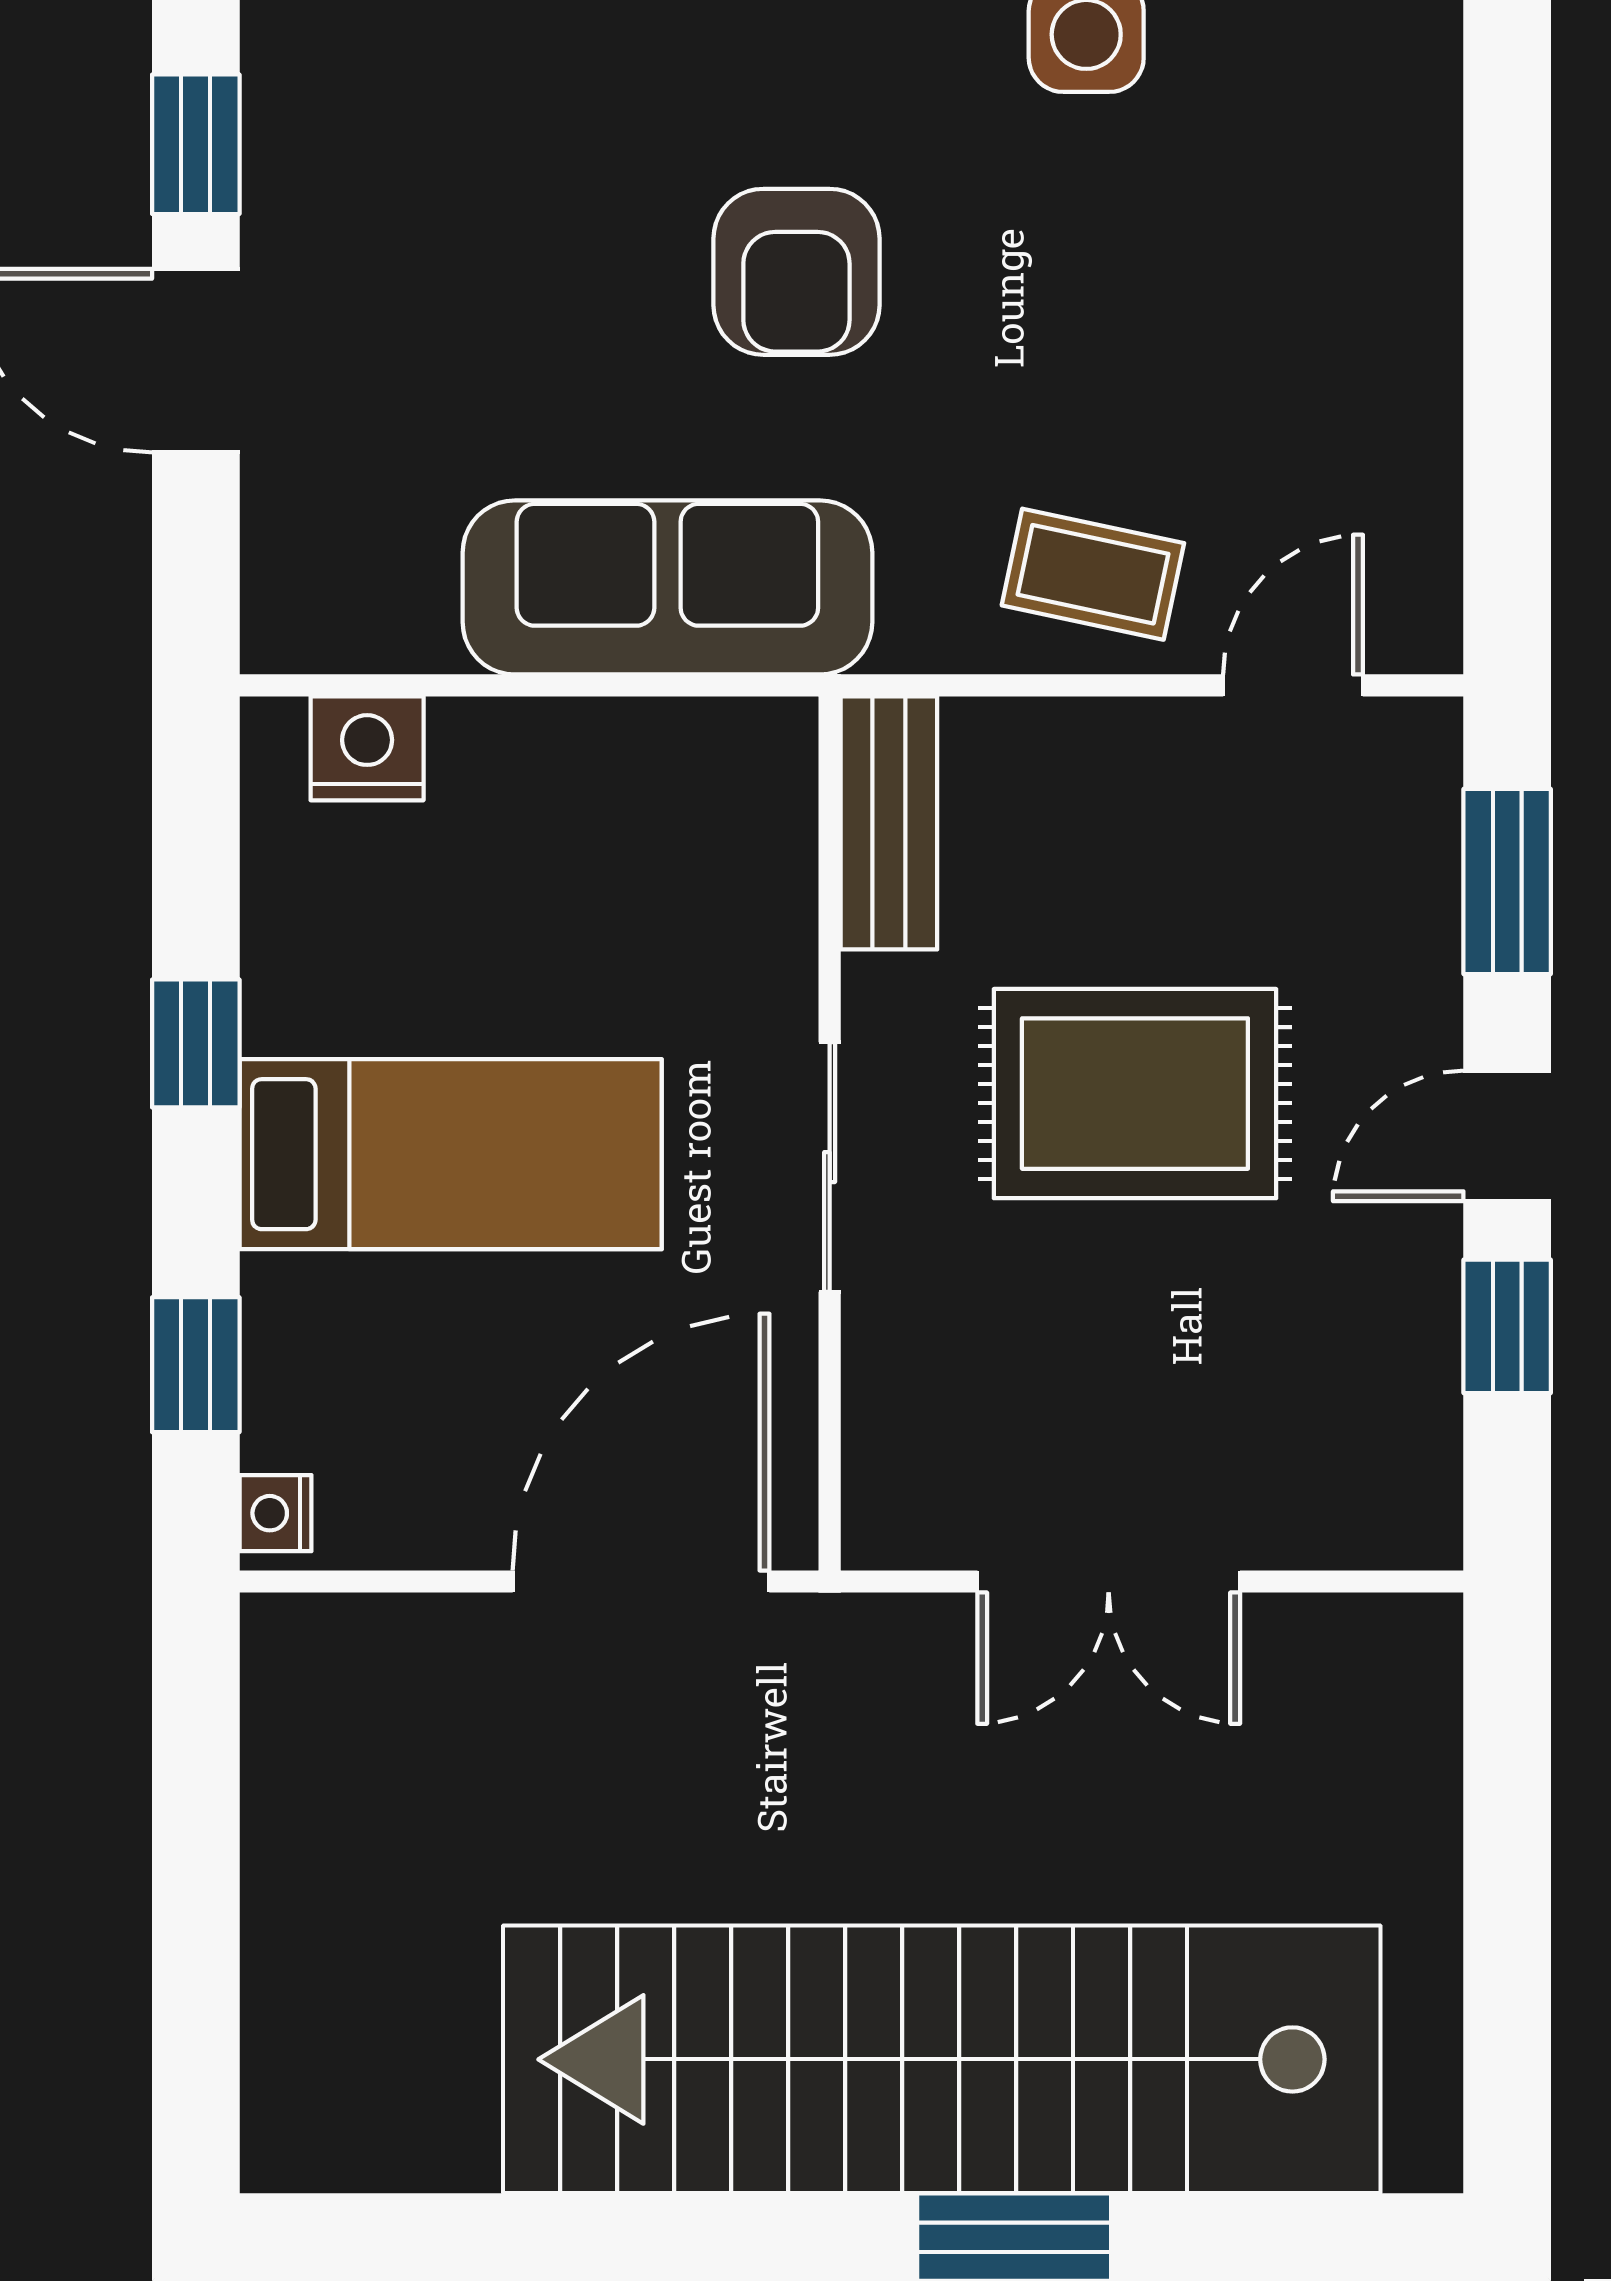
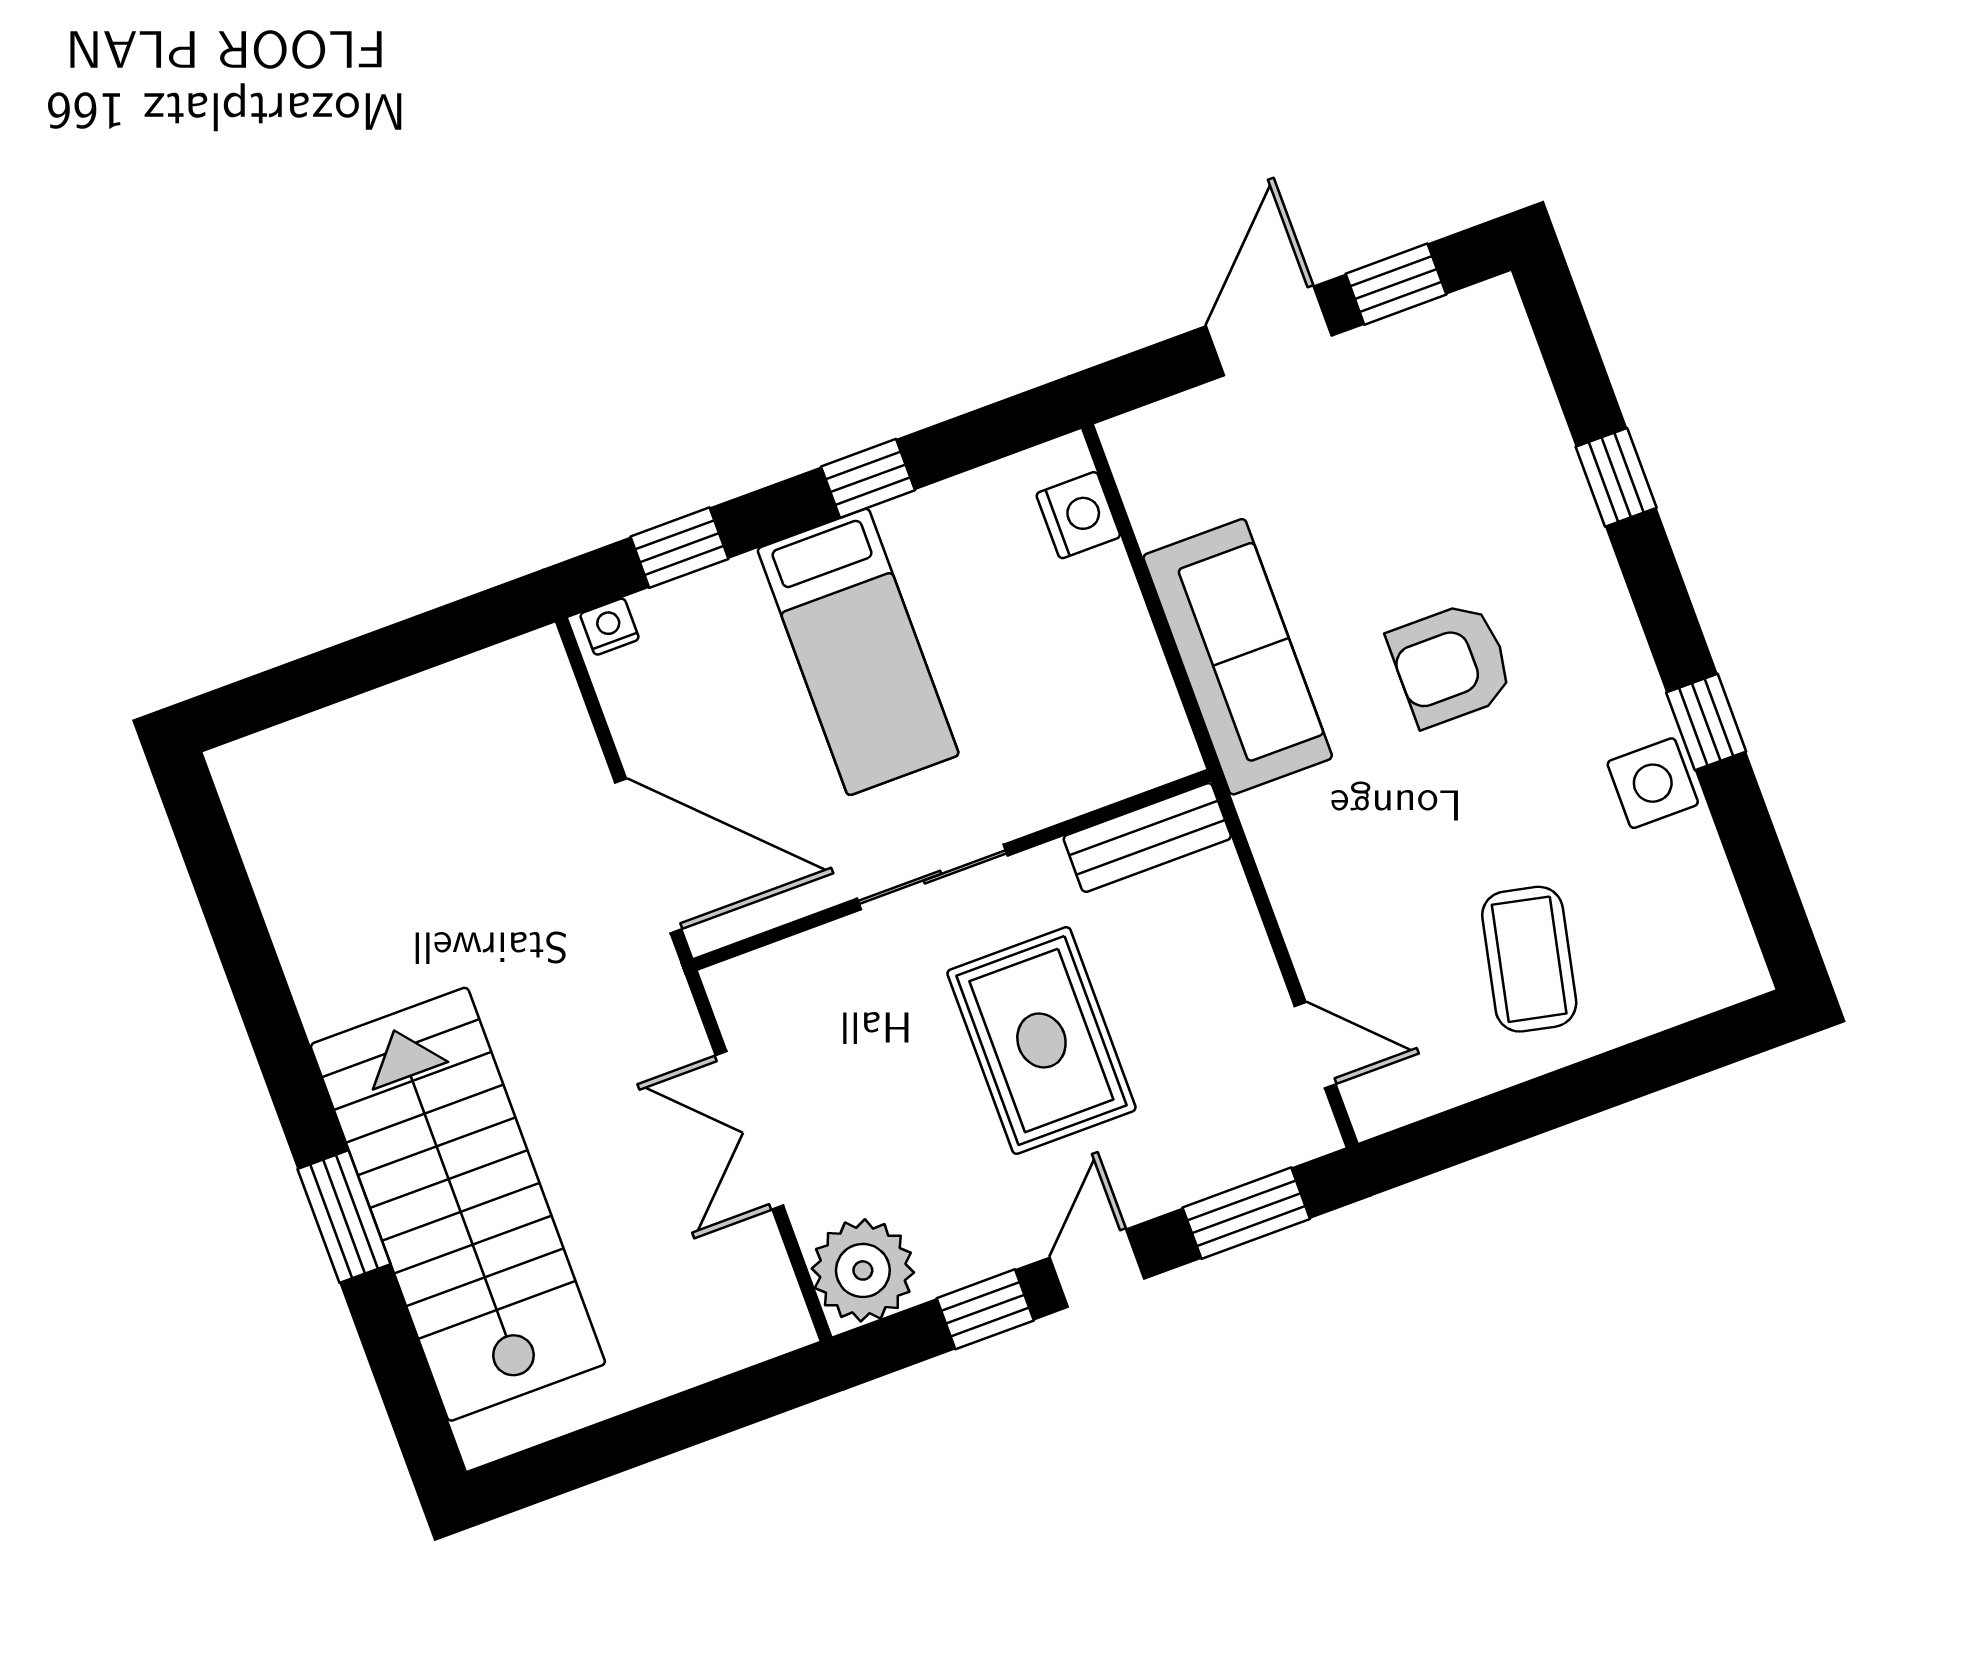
coffee table: (1093, 574) -> (1529, 959), moved, width x1.36, depth x1.30
door: (1507, 1136) -> (1097, 1268), hinge flipped
plant: (1381, 1489) -> (863, 1270), added
stairs: (942, 2059) -> (458, 1204), width x0.73

